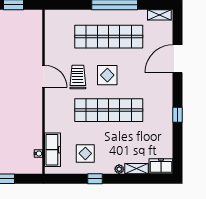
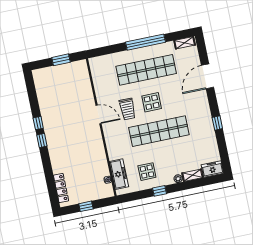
trolley: (78, 77) -> (127, 109), turned 180

